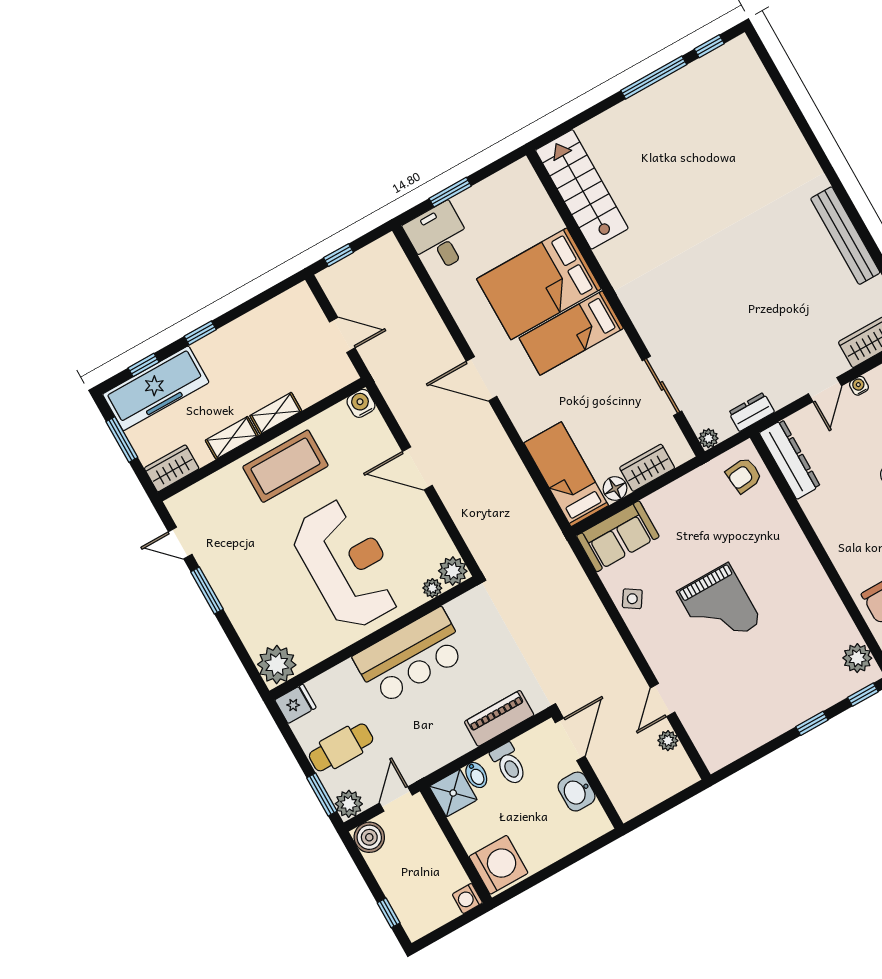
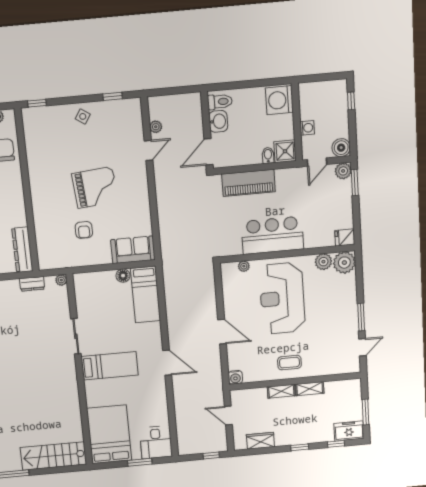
stairs: (582, 189) -> (53, 456), moved, turned 90
bed: (539, 284) -> (109, 434), moved, turned -90
sliding door: (662, 386) -> (76, 336), moved
freezer: (156, 388) -> (349, 431), width x0.52, depth x0.79
coffee table: (285, 466) -> (289, 363), width x0.54, depth x0.58
wardrobe: (172, 468) -> (260, 441), moved, turned 180
wardrobe: (647, 468) -> (101, 279), removed
armchair: (744, 475) -> (84, 230), moved, turned 96
door: (180, 543) -> (362, 347), hinge flipped
plant: (453, 571) -> (323, 262), moved
side table: (632, 599) -> (83, 116), moved
grand piano: (719, 607) -> (95, 187), turned 85
plant: (857, 658) -> (31, 125), removed
piano: (499, 718) -> (248, 183), width x1.37, depth x1.33
window: (812, 723) -> (113, 96), moved
cafe table: (341, 747) -> (332, 203), removed
toilet: (509, 764) -> (220, 102), moved, turned 90
washing machine: (467, 898) -> (307, 128), moved

